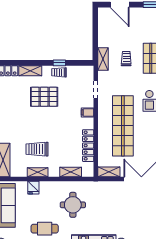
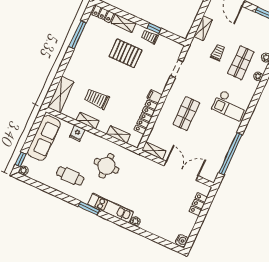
shelving: (103, 59) -> (203, 28), moved
filing cabinet: (87, 112) -> (154, 96), moved
shop shelf: (123, 126) -> (186, 114), width x0.50, depth x0.74

